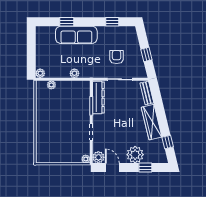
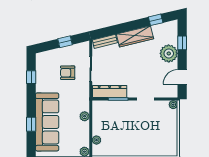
sofa: (76, 35) -> (47, 122), width x1.36, depth x1.27
plant: (98, 157) -> (171, 91), removed

